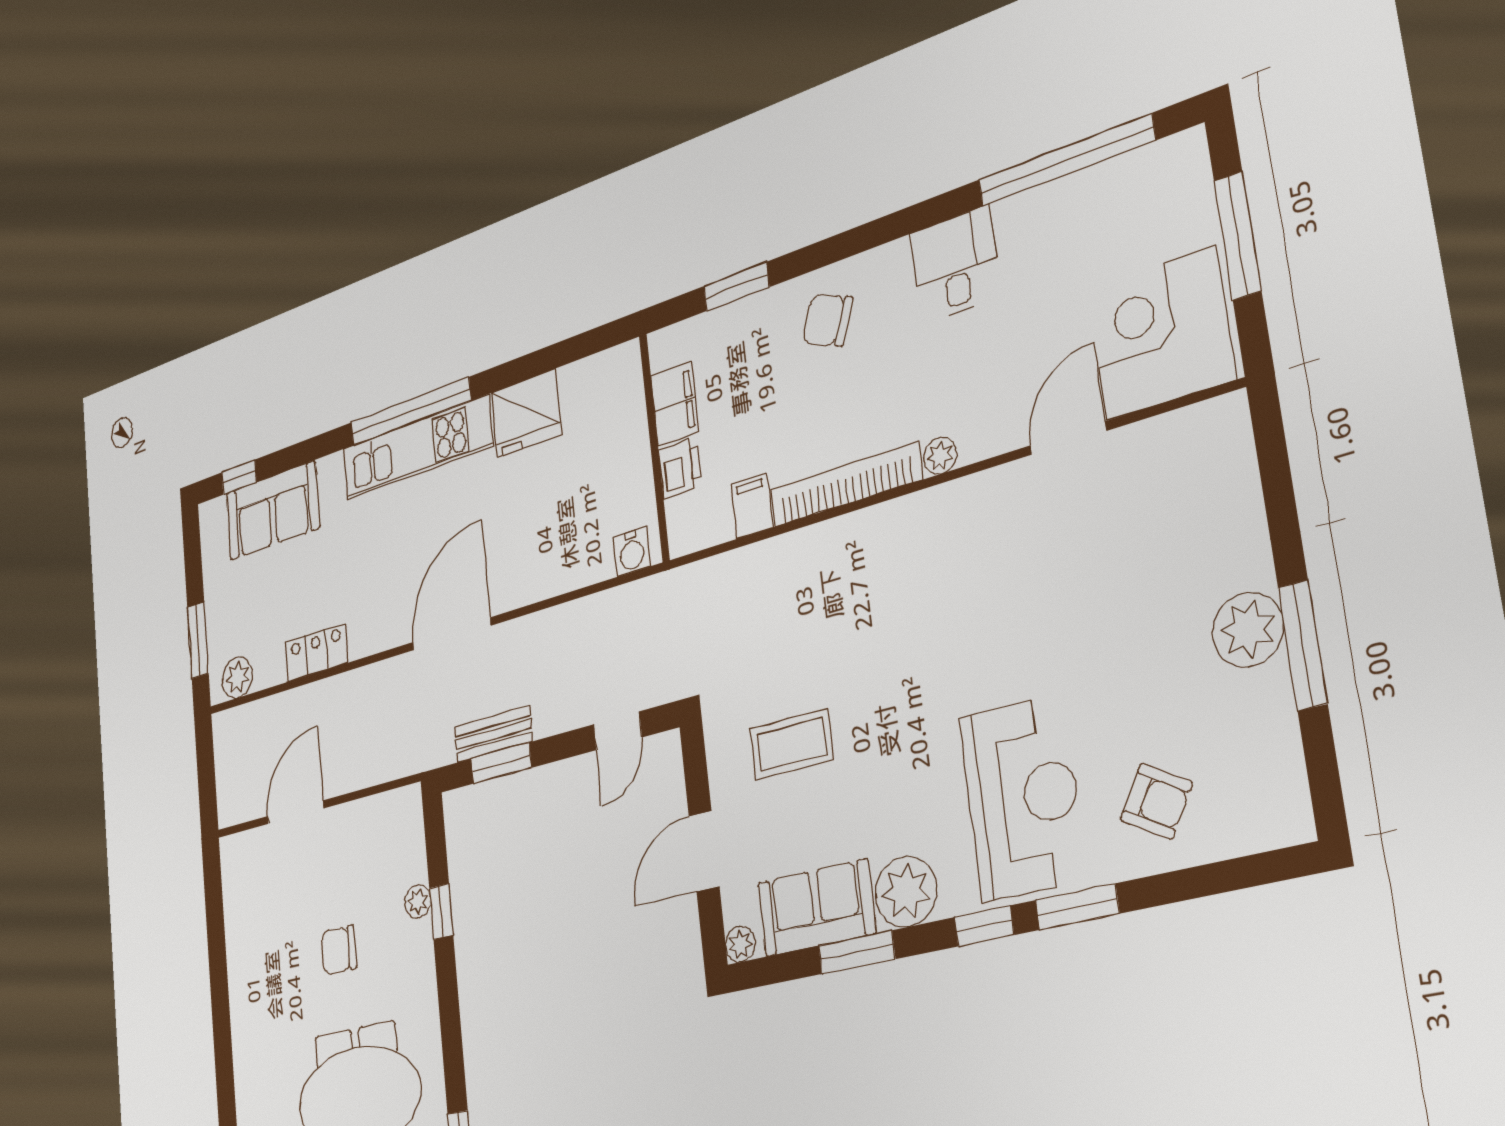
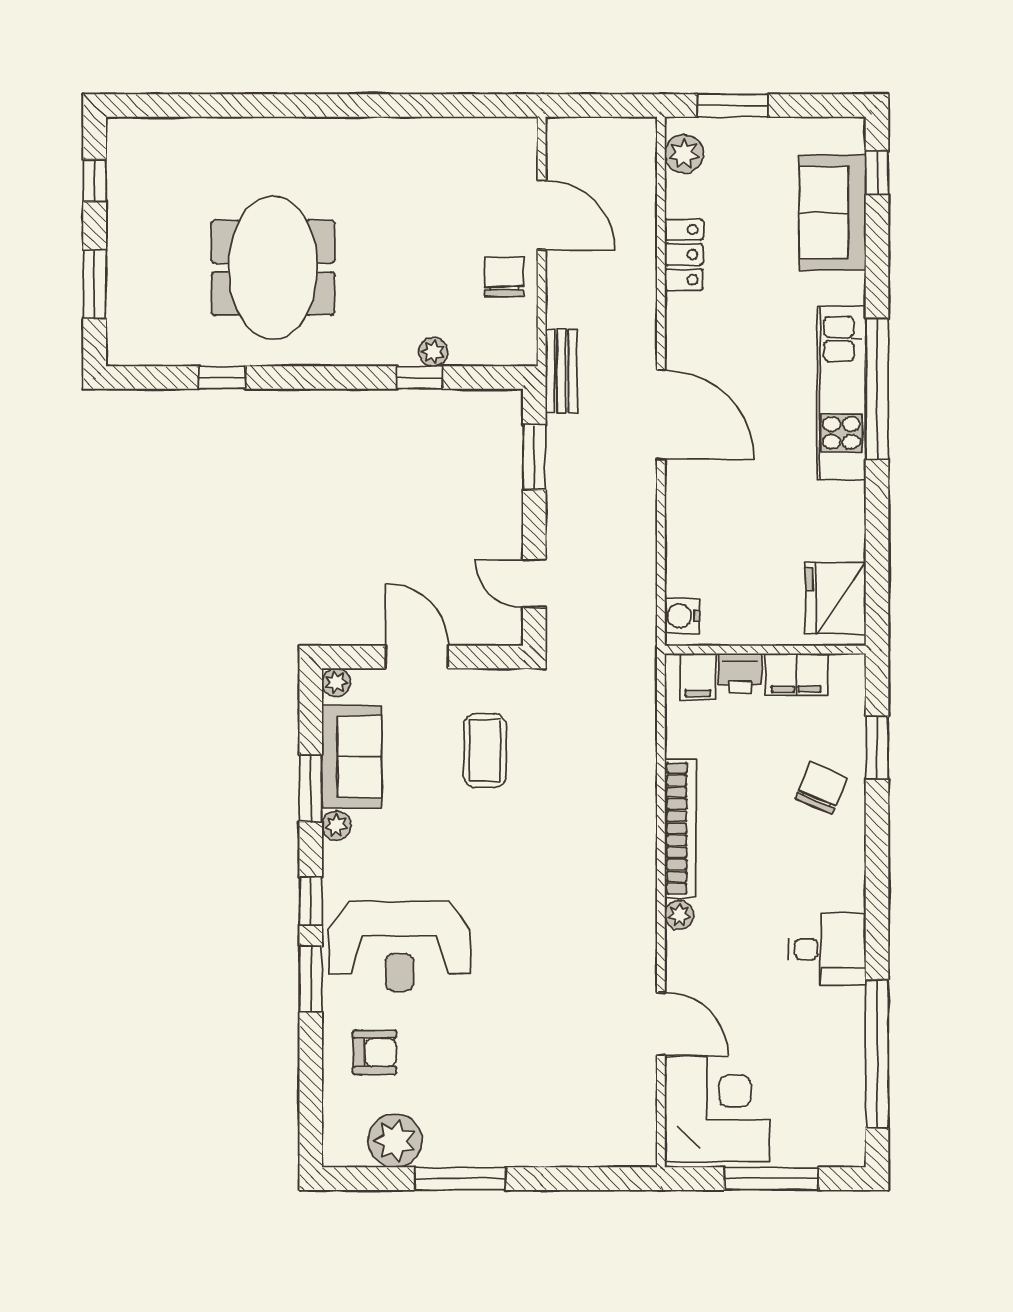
chair: (827, 320) -> (821, 788), moved
fridge: (526, 413) -> (836, 598), moved
filing cabinet: (752, 506) -> (698, 677), moved, turned 90
plant: (1248, 630) -> (395, 1141), moved
bench: (493, 734) -> (561, 371), moved
armchair: (1156, 801) -> (375, 1052), turned -121
plant: (906, 892) -> (336, 825), width x0.53, depth x0.53
chair: (339, 950) -> (504, 277), moved

